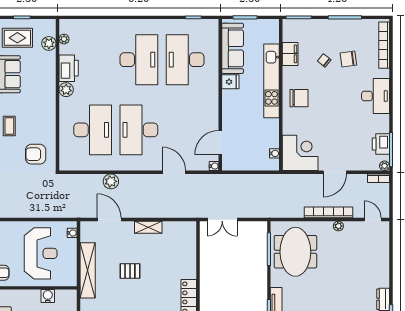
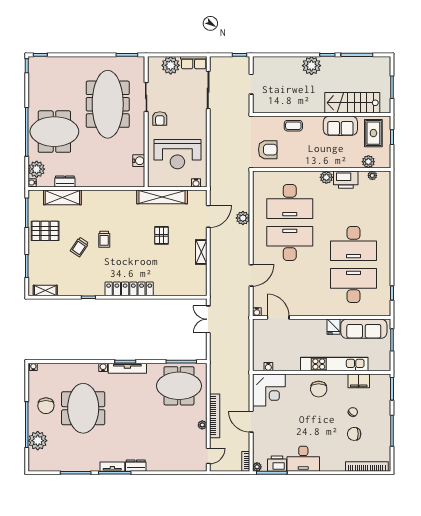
chair: (348, 59) -> (354, 434), turned -82
desk: (376, 96) -> (303, 459), moved
armchair: (36, 154) -> (268, 150), turned 90

